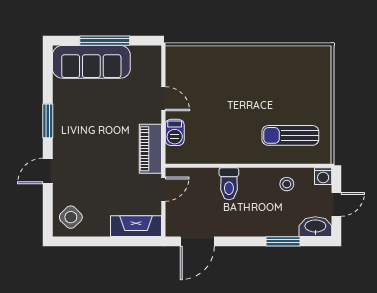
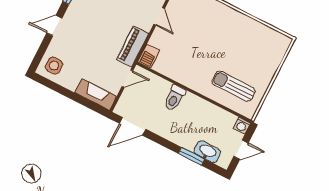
barbecue: (175, 132) -> (149, 56), moved
stool: (287, 184) -> (214, 118), removed
side table: (71, 217) -> (54, 65), turned 45
washbasin: (315, 227) -> (207, 152), moved

